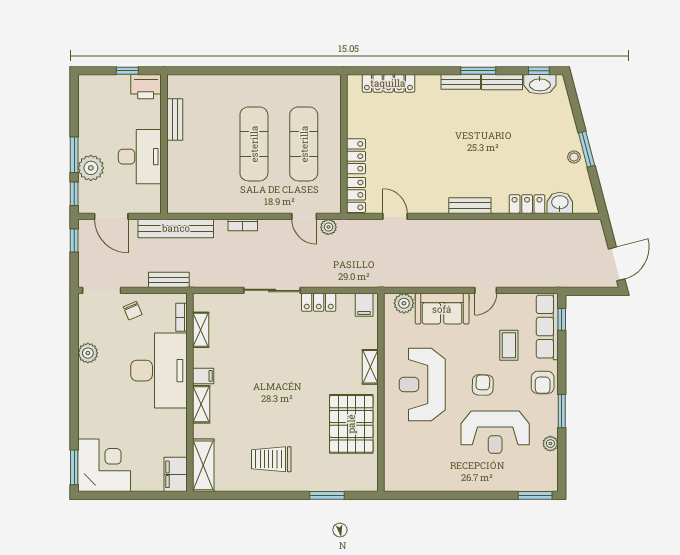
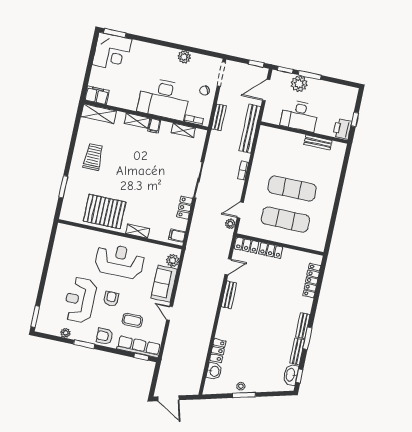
bench: (470, 206) -> (229, 295), moved
armchair: (483, 385) -> (111, 299), turned -92

